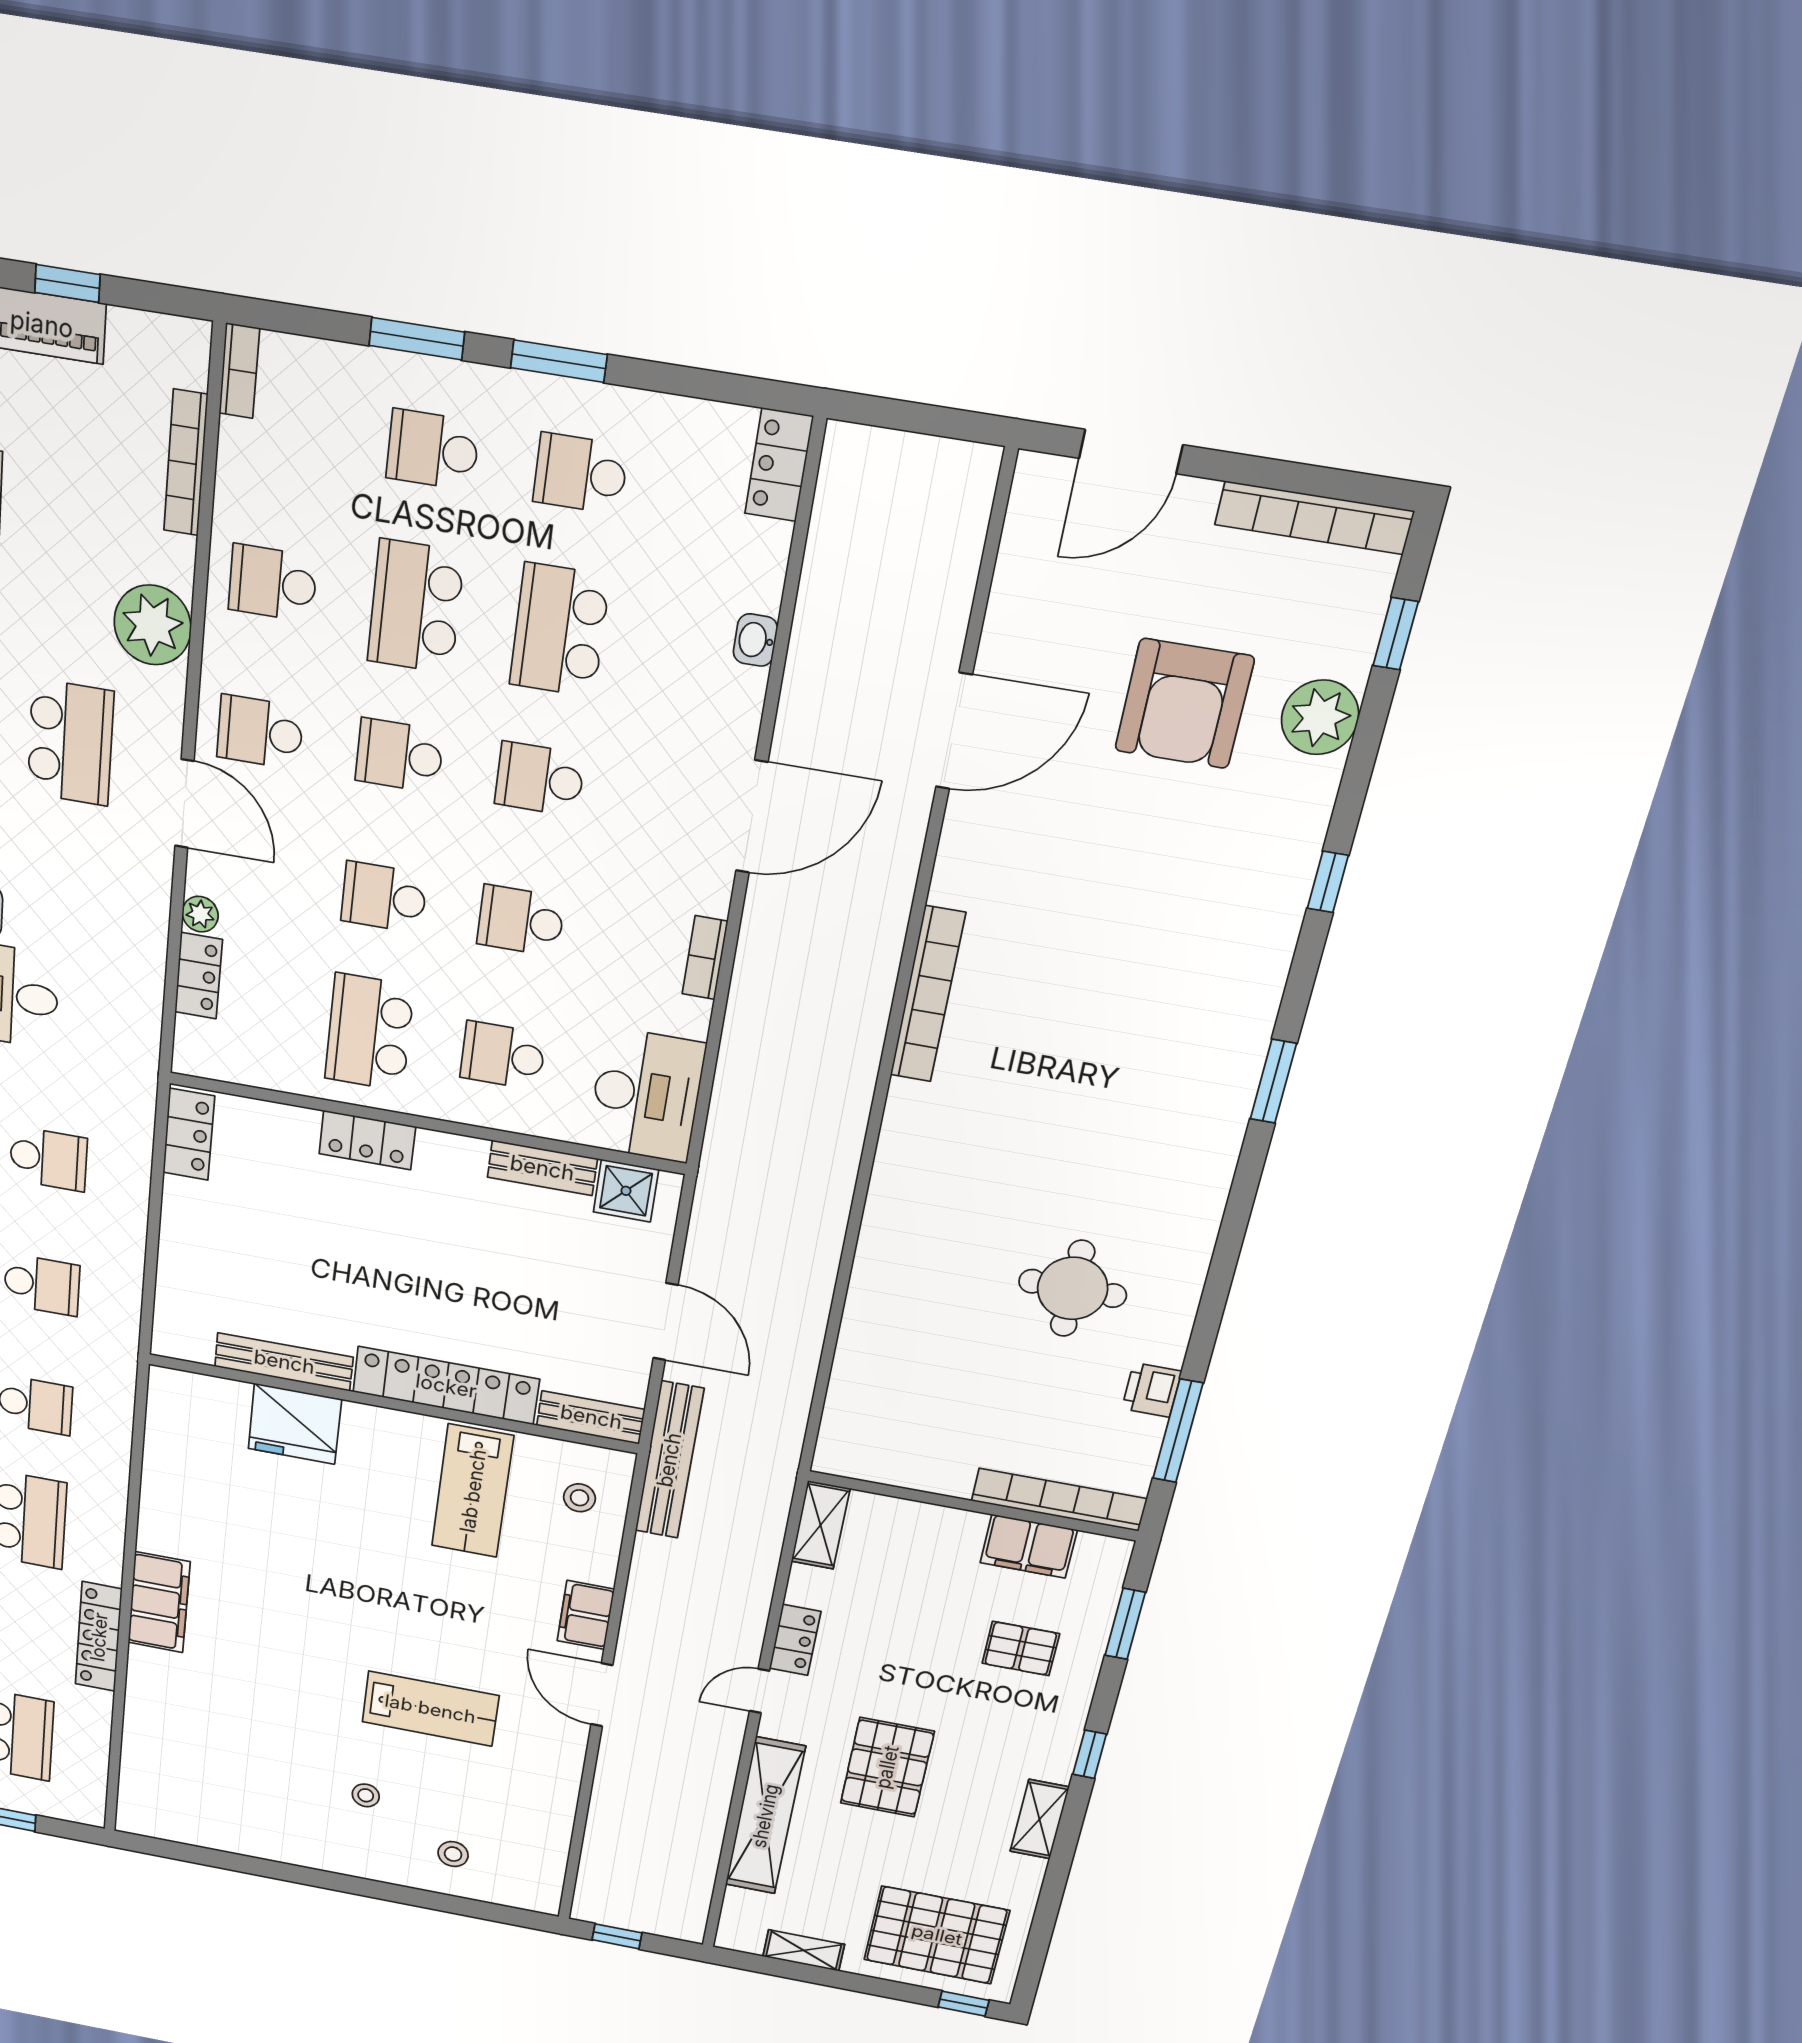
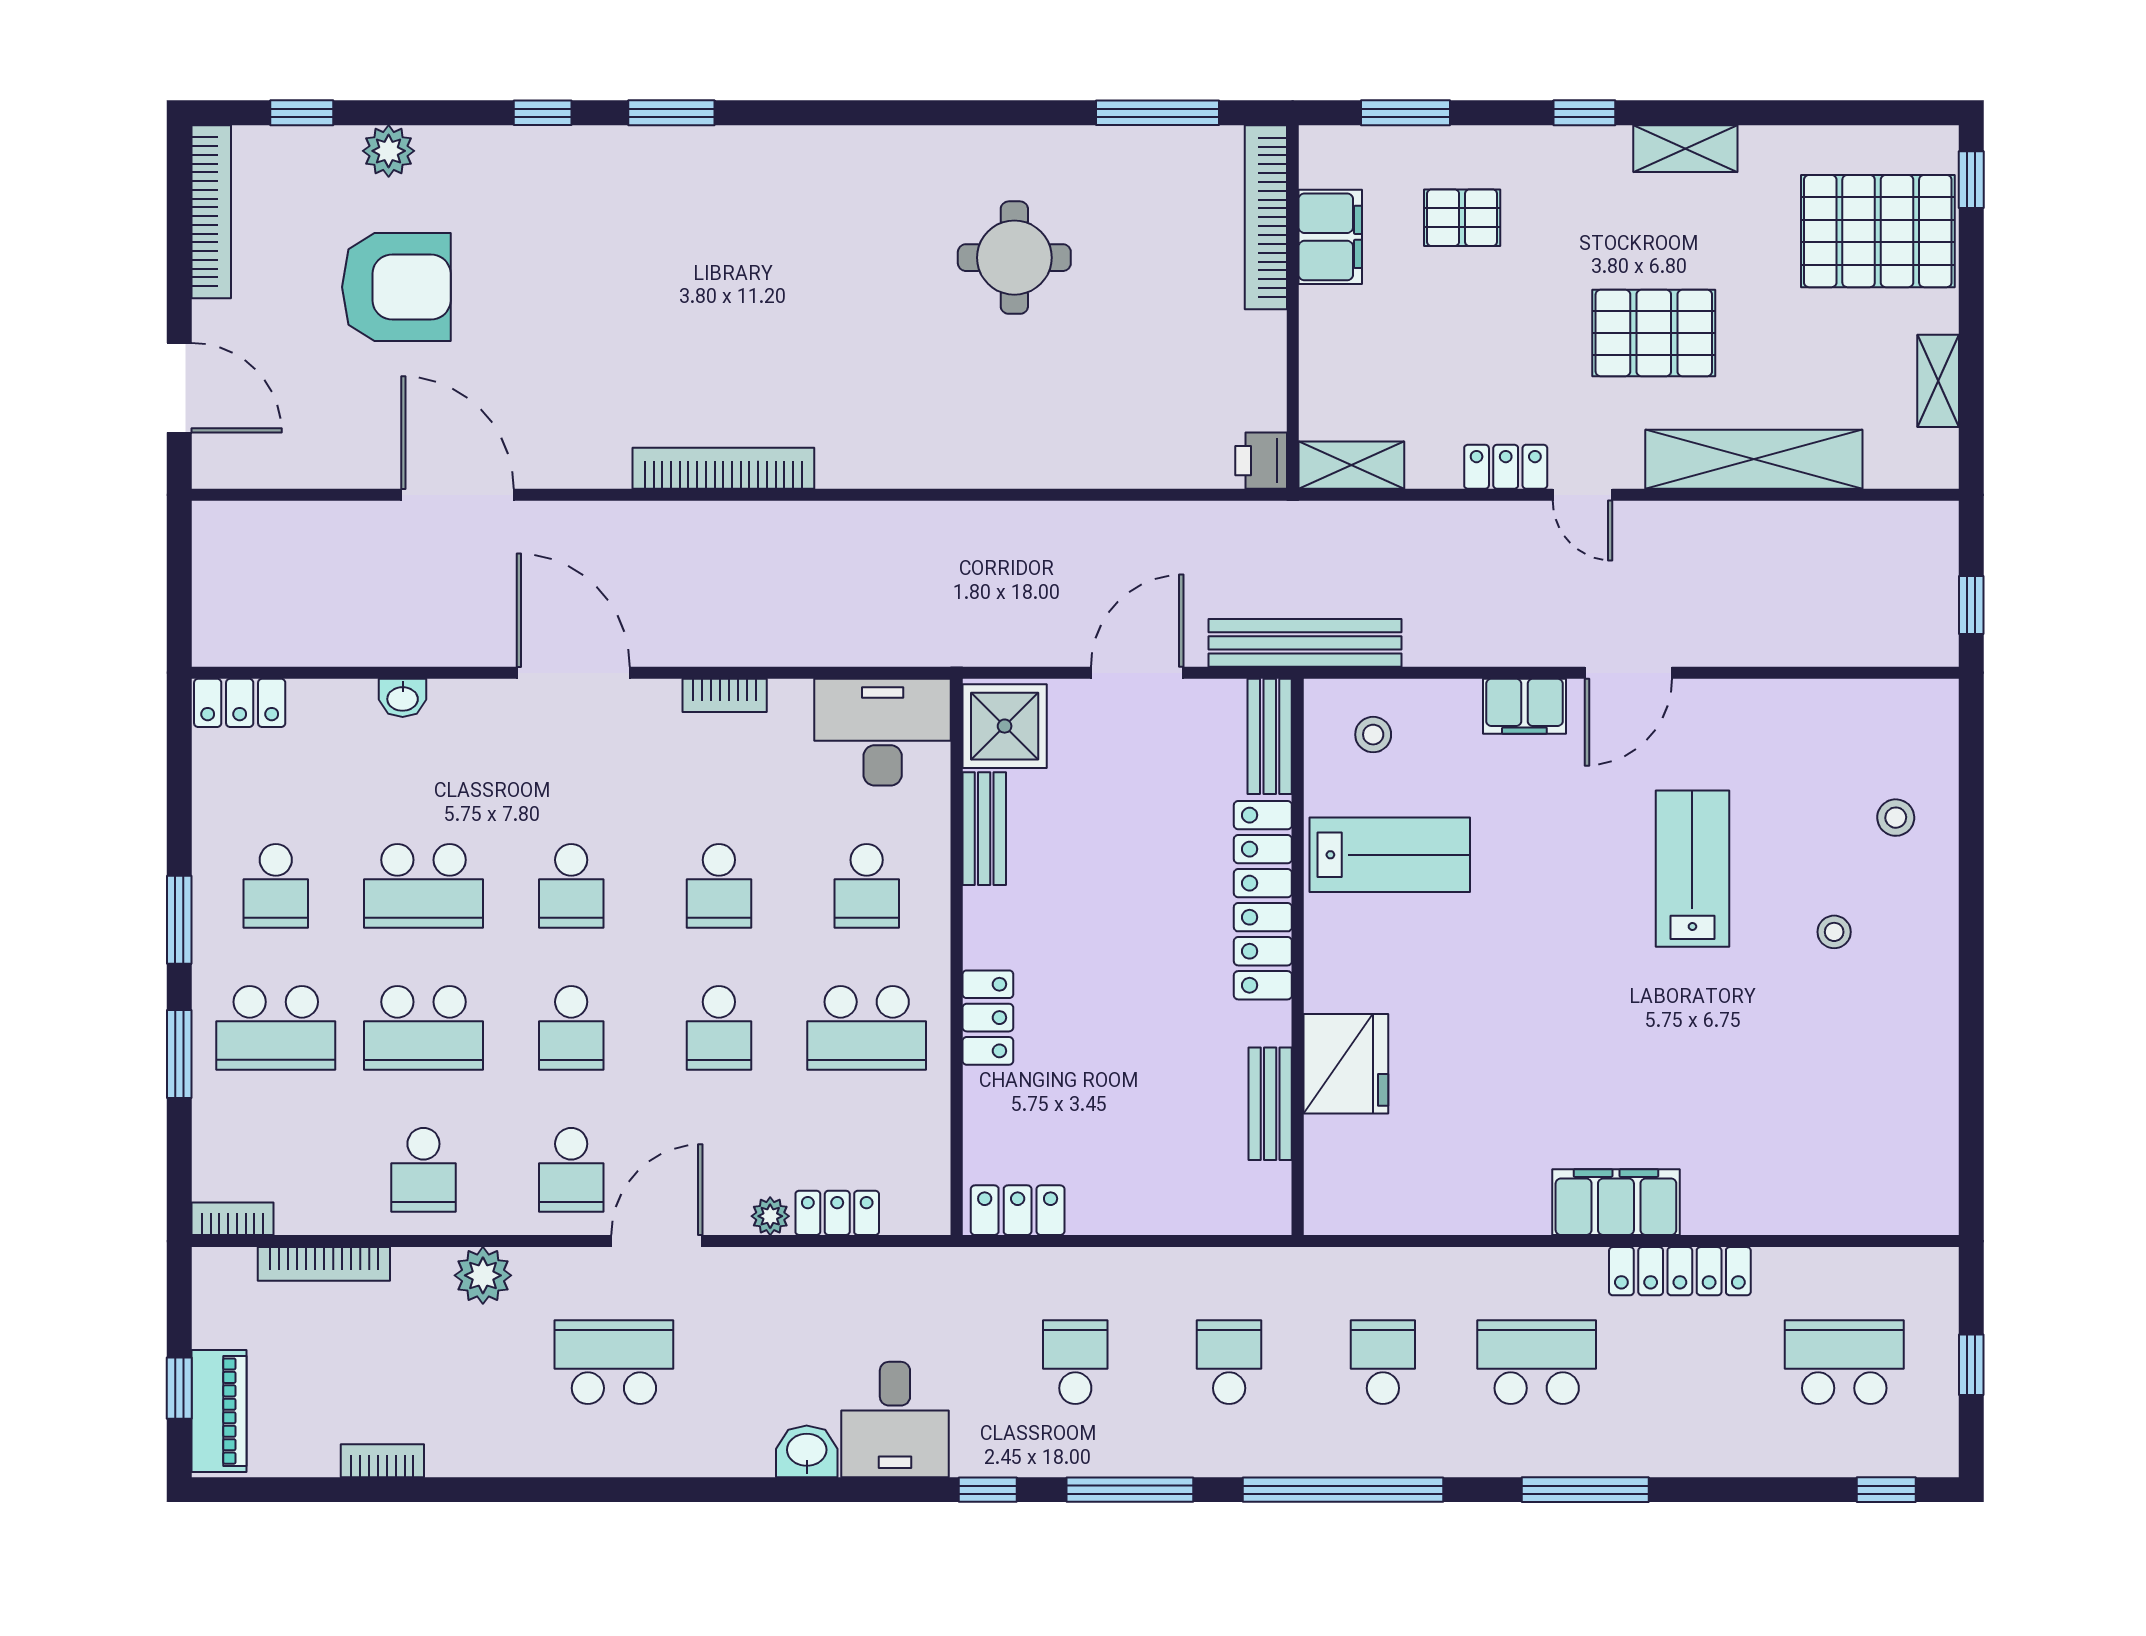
school desk: (433, 450) -> (276, 1028), width x1.85
plant: (153, 625) -> (483, 1275), width x0.73, depth x0.73
plant: (1320, 717) -> (389, 151), width x0.73, depth x0.73
window: (1273, 1081) -> (671, 113), moved
shower: (626, 1191) -> (1005, 726), width x1.36, depth x1.36
bench: (284, 1362) -> (1270, 1104), width x0.73
printer: (1152, 1390) -> (1261, 461), moved, turned 90
pallet: (1021, 1649) -> (1462, 218), turned 90
pallet: (937, 1935) -> (1878, 231), turned 90

